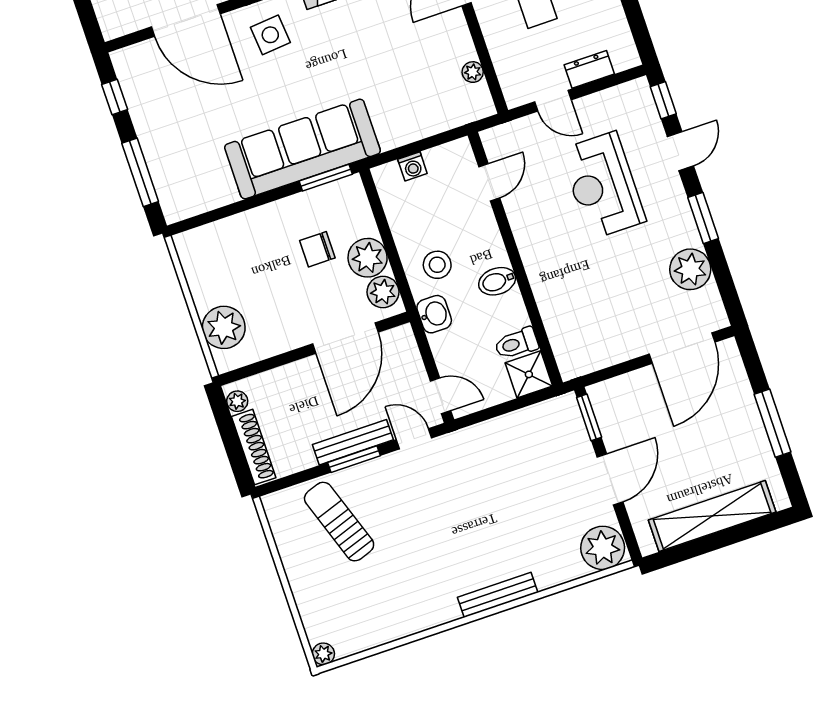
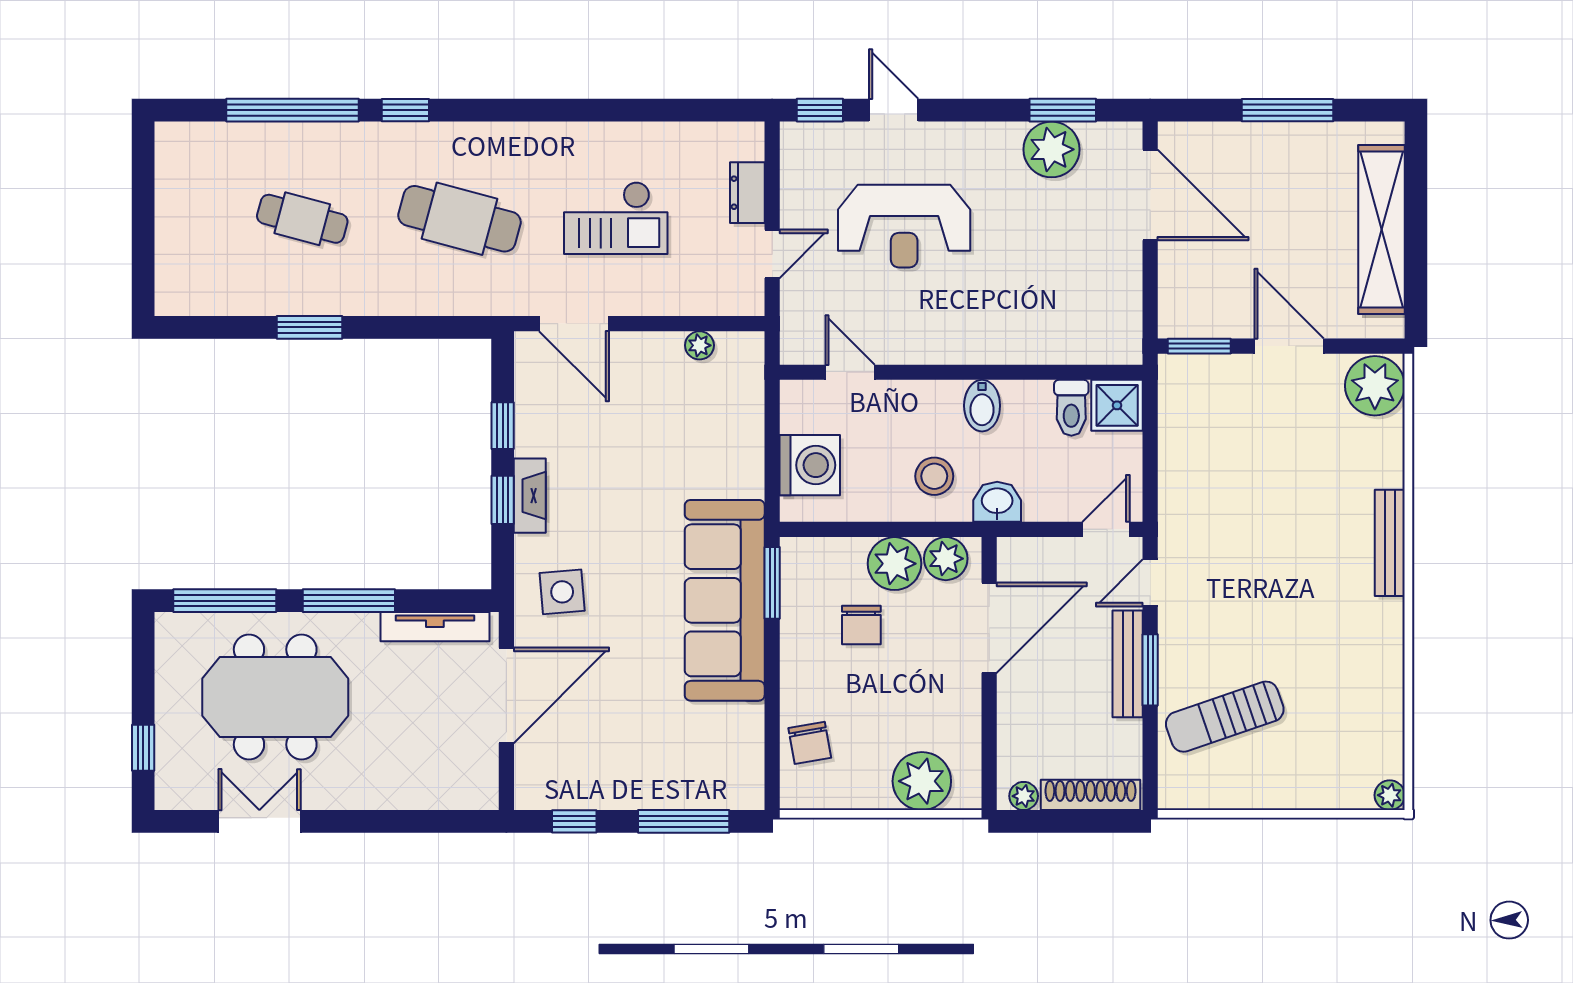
washing machine: (412, 166) -> (810, 465), width x1.89, depth x1.89
window: (703, 218) -> (1063, 110), moved
chair: (224, 241) -> (810, 743), added
door: (345, 338) -> (989, 628), hinge flipped

